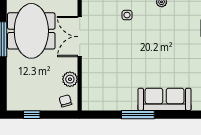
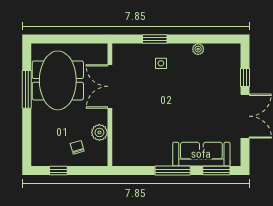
chair: (65, 101) -> (77, 147), moved
window: (178, 115) -> (216, 171), added

